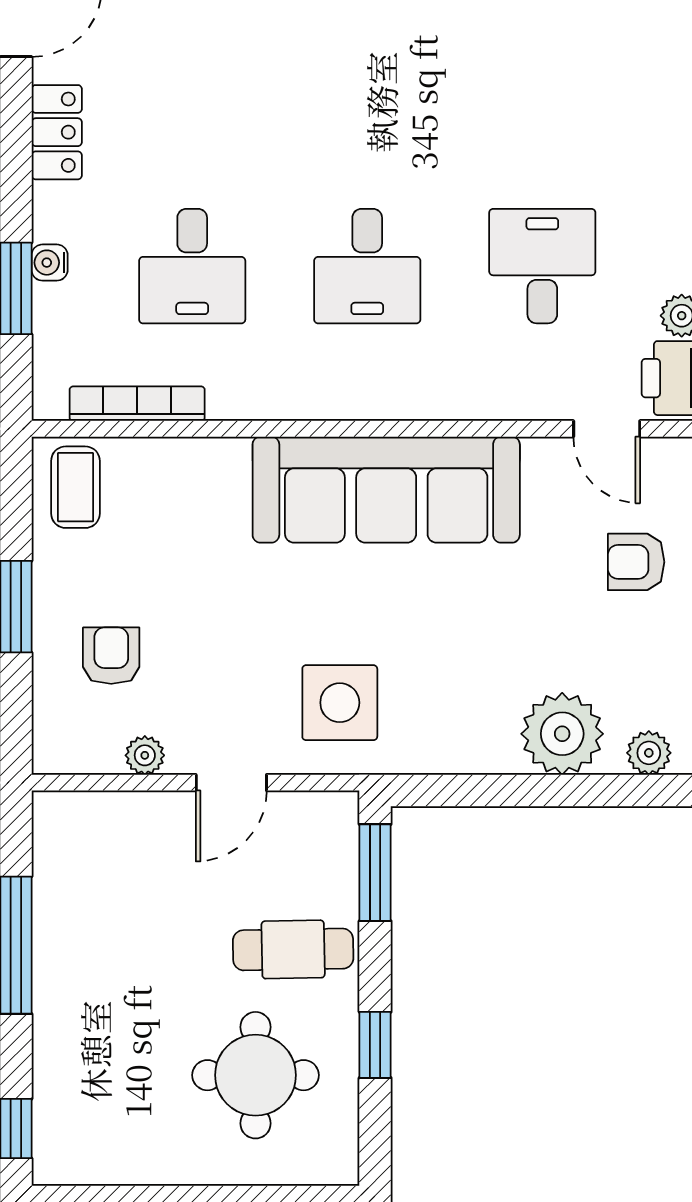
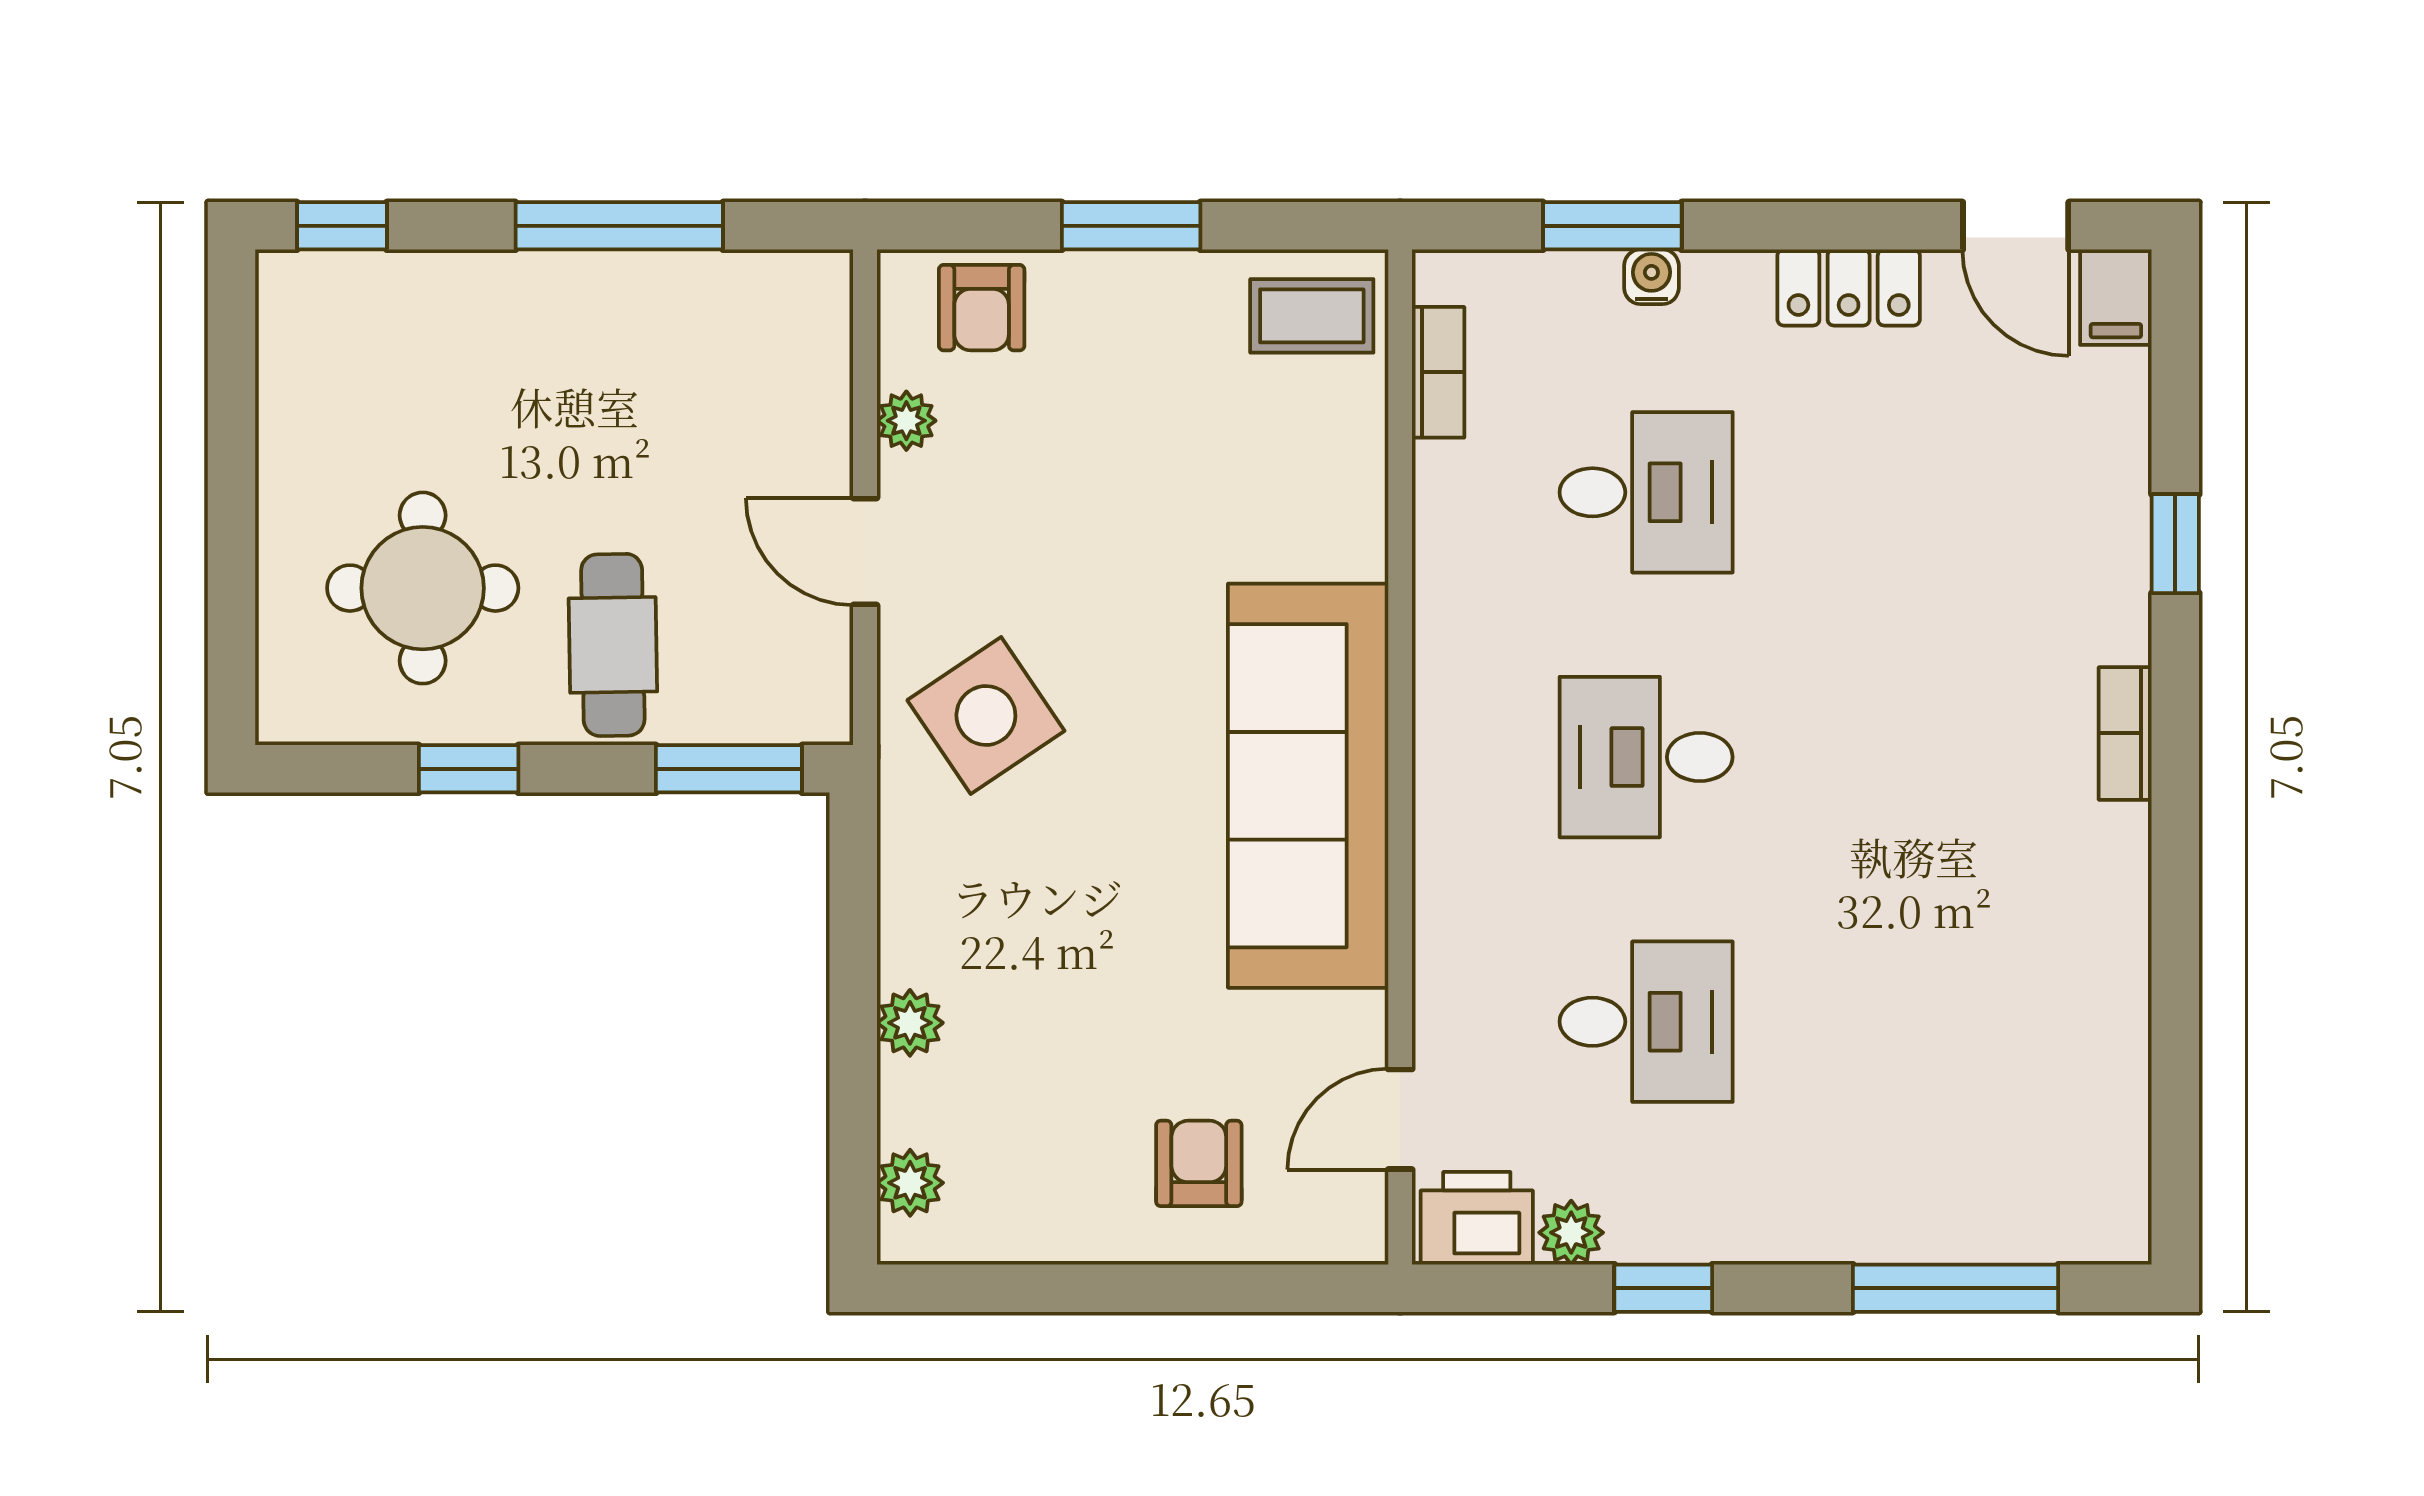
desk: (192, 266) -> (1646, 492), turned 180
bookcase: (137, 404) -> (1438, 372), width x0.64
armchair: (111, 656) -> (982, 308), moved, turned 90
side table: (340, 703) -> (986, 715), turned -34
plant: (562, 734) -> (910, 1023), width x0.53, depth x0.53

